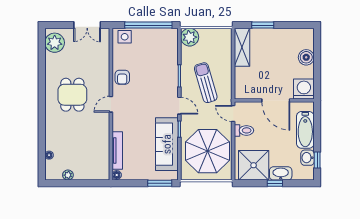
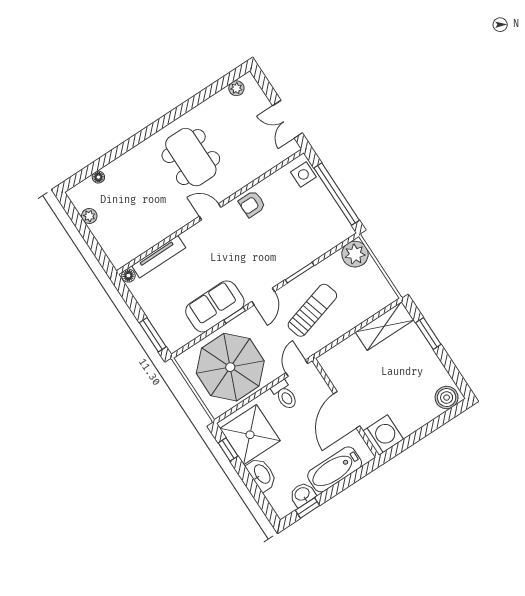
plant: (55, 43) -> (236, 88), width x0.53, depth x0.53
boiler: (306, 57) -> (447, 398), moved
dining table: (72, 95) -> (191, 157), width x1.38
sofa: (167, 144) -> (215, 306), width x0.73
window: (275, 183) -> (228, 449), moved

